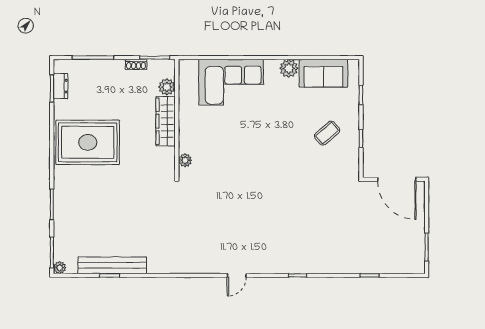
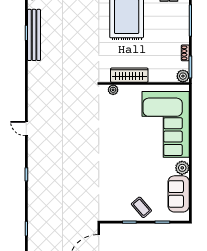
corner sofa: (231, 82) -> (166, 124), width x1.36, depth x1.36
plant: (167, 87) -> (183, 76), moved
wardrobe: (166, 121) -> (129, 75), moved
coffee table: (327, 133) -> (141, 207), moved

